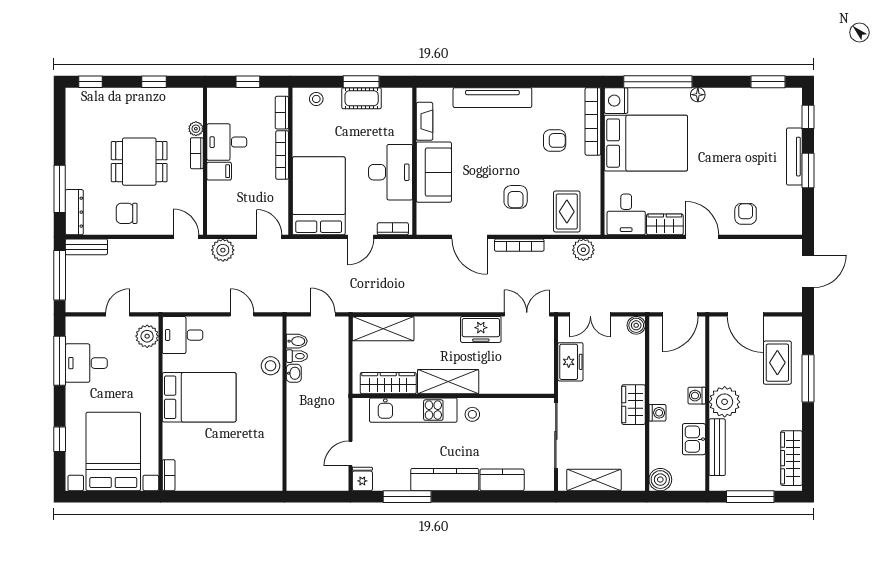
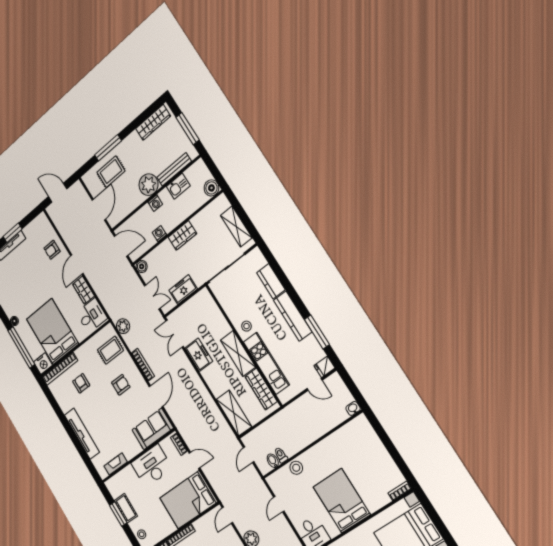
sofa: (434, 172) -> (153, 429), moved
washbasin: (294, 373) -> (353, 408), moved
washing machine: (657, 413) -> (159, 234), moved

